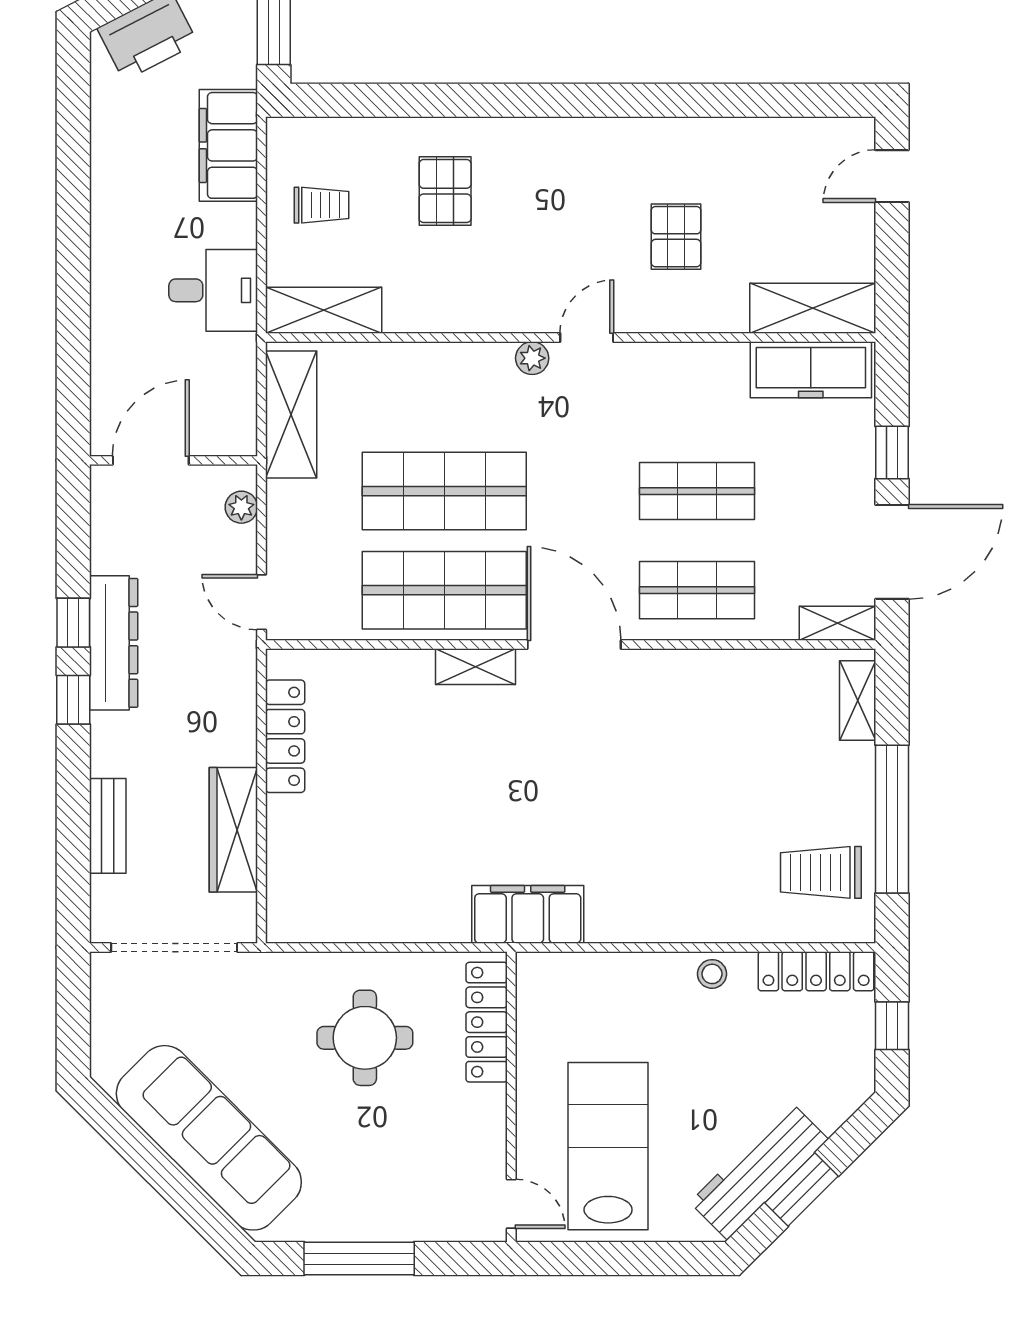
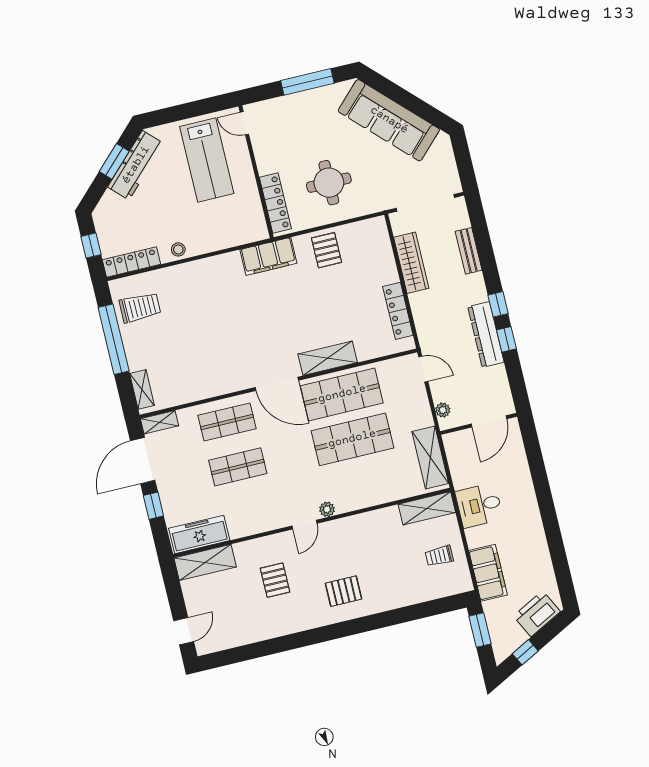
pallet: (445, 191) -> (344, 591), moved, turned 90
shelving: (475, 667) -> (328, 358), width x1.50, depth x1.33
pallet: (404, 898) -> (326, 250), added

